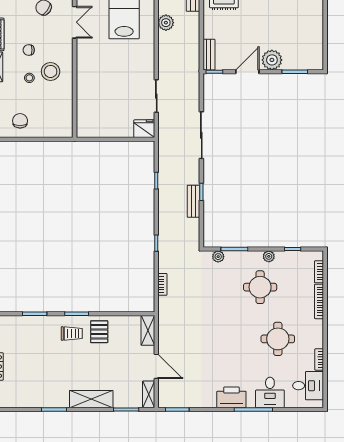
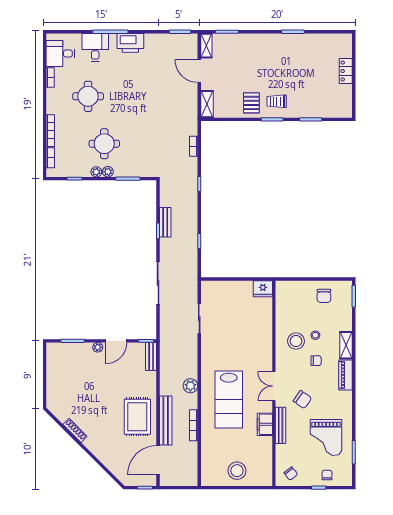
plant: (272, 60) -> (98, 347), width x0.53, depth x0.53
fridge: (144, 129) -> (263, 289), moved
plant: (218, 257) -> (108, 172), moved
shelving: (91, 399) -> (259, 41), removed

